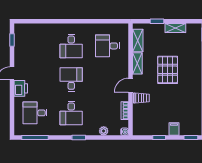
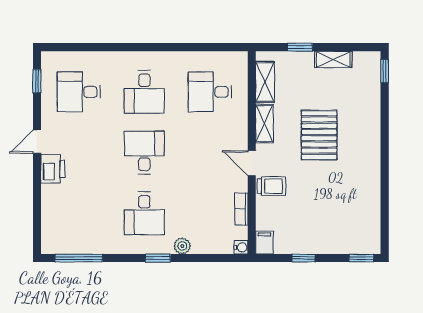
door: (130, 85) -> (252, 163), hinge flipped
desk: (35, 113) -> (79, 92), moved
filing cabinet: (174, 129) -> (264, 243), moved
plant: (104, 131) -> (182, 246), moved

